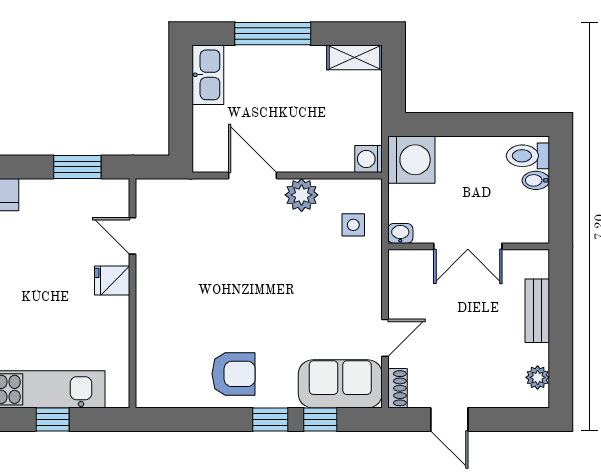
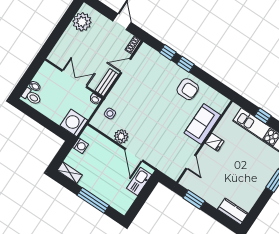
kitchen sink: (208, 75) -> (139, 181), moved
washing machine: (368, 159) -> (81, 146), moved
fridge: (112, 280) -> (215, 142), moved
bench: (537, 311) -> (107, 82), moved
armchair: (234, 374) -> (188, 89), turned 180
plant: (538, 377) -> (82, 22), width x1.87, depth x1.87
sofa: (340, 384) -> (202, 124), moved, turned 90

